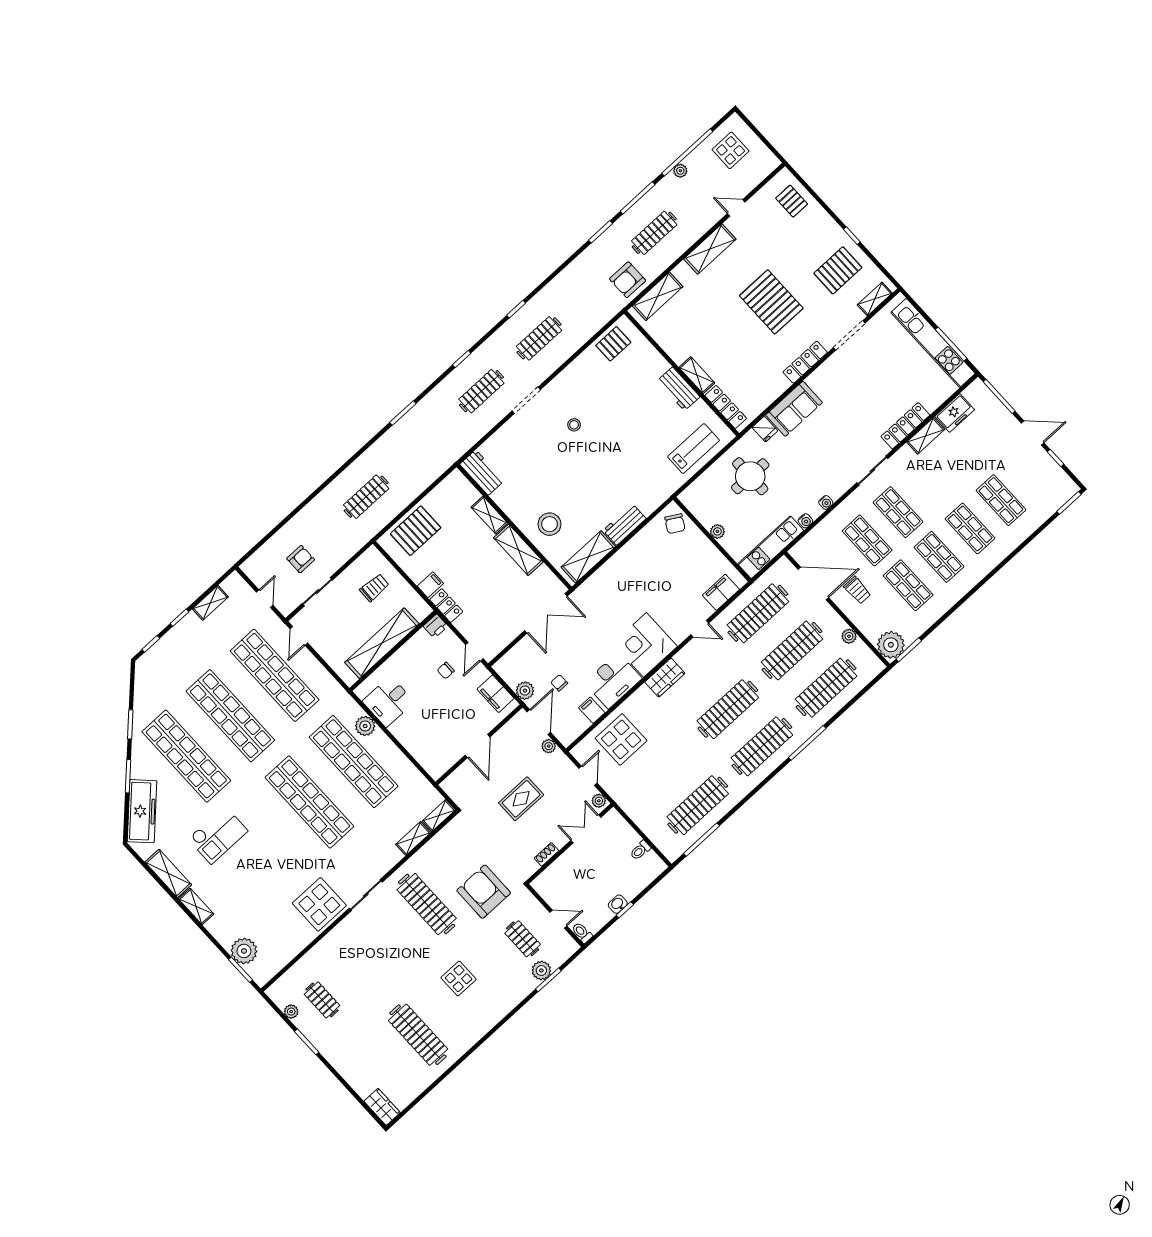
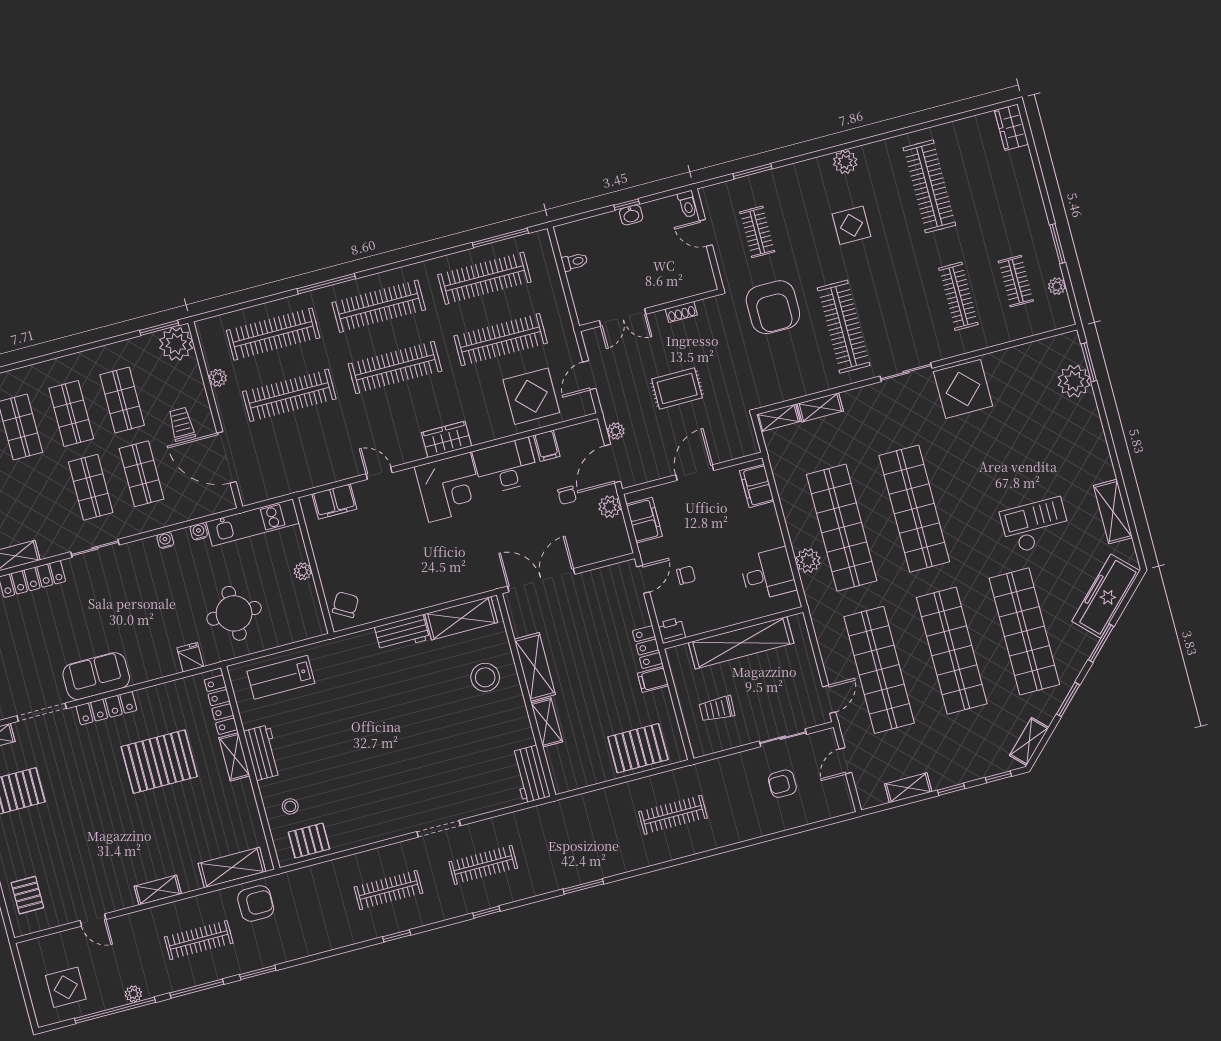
shelving: (710, 249) -> (158, 890), width x0.67, depth x0.75
pallet: (771, 302) -> (159, 762), moved, turned 90
sofa: (794, 409) -> (96, 676), moved
stool: (574, 425) -> (290, 806), moved
clothes rail: (758, 613) -> (501, 339), moved
filing cabinet: (429, 760) -> (757, 486), added
plant: (599, 801) -> (592, 341), removed
shelving: (196, 906) -> (1029, 742), moved, turned 45
clothes rail: (357, 968) -> (958, 296), added
plant: (541, 970) -> (845, 162), moved

